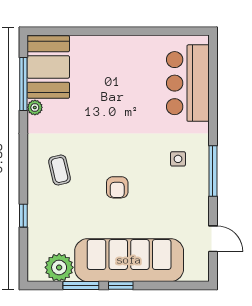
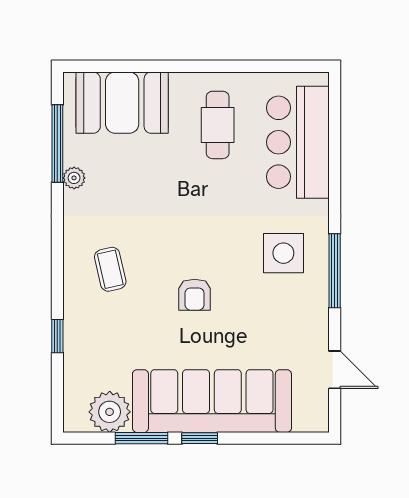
booth: (48, 67) -> (122, 103), moved, turned 90
cafe table: (133, 71) -> (218, 125), added
side table: (178, 159) -> (283, 253), width x1.87, depth x1.87

